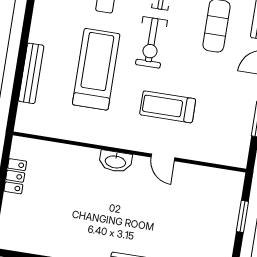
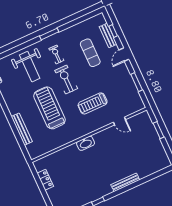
exercise bike: (151, 42) -> (66, 80), turned 180
door: (163, 157) -> (119, 121), moved

